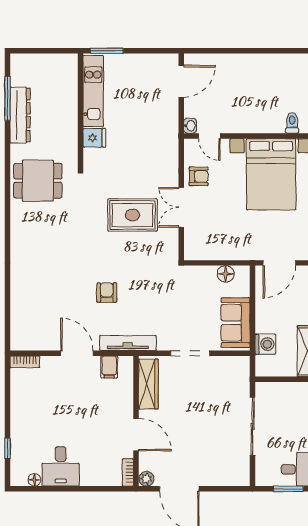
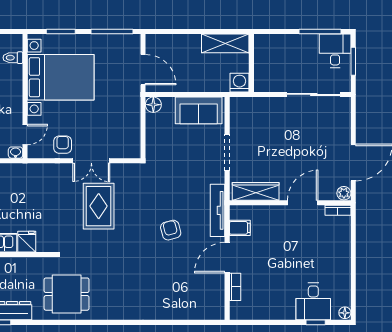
dining table: (38, 181) -> (67, 294), turned 90
floor lamp: (226, 274) -> (153, 105), moved
armchair: (107, 293) -> (171, 230), turned 75
washing machine: (265, 344) -> (239, 83), moved
bookcase: (25, 362) -> (235, 287), moved
sliding door: (253, 426) -> (314, 94), moved
desk: (61, 466) -> (313, 301), moved, turned 90
floor lamp: (35, 480) -> (345, 313), moved

